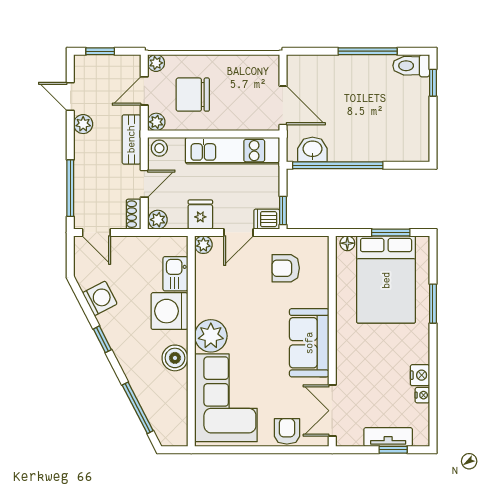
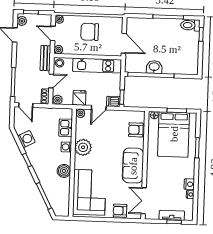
door: (144, 91) -> (53, 33), hinge flipped
chair: (193, 95) -> (90, 32), moved
plant: (83, 124) -> (22, 21), moved
washbasin: (312, 149) -> (154, 67), moved
armchair: (286, 268) -> (136, 130), moved
washing machine: (169, 311) -> (66, 147), width x0.53, depth x0.53
plant: (211, 336) -> (83, 147), moved
armchair: (287, 431) -> (120, 211), turned -90

